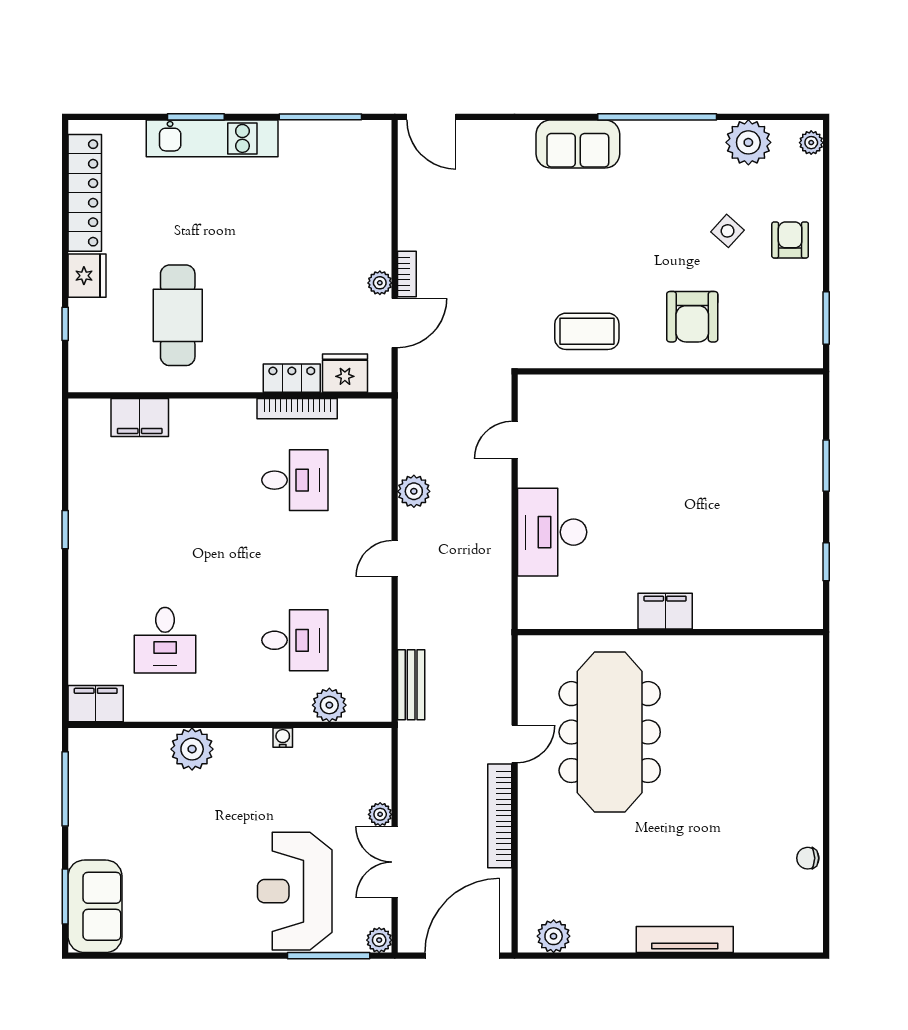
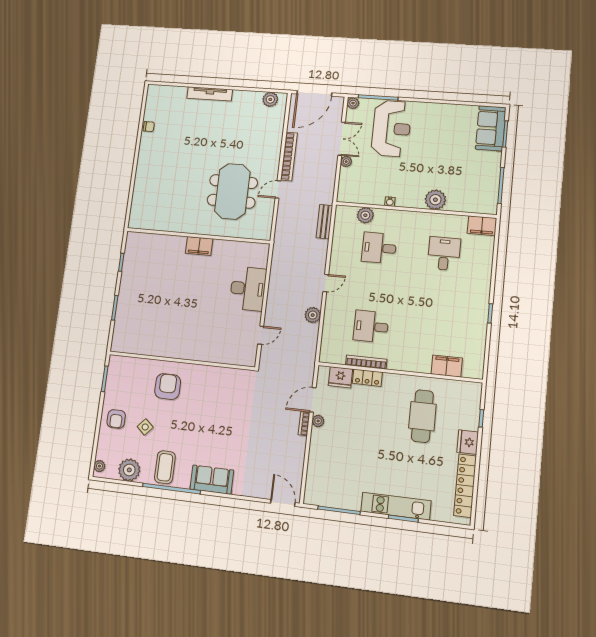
coffee table: (587, 331) -> (165, 467), moved, turned 90
meeting table: (610, 732) -> (232, 191), width x0.73

